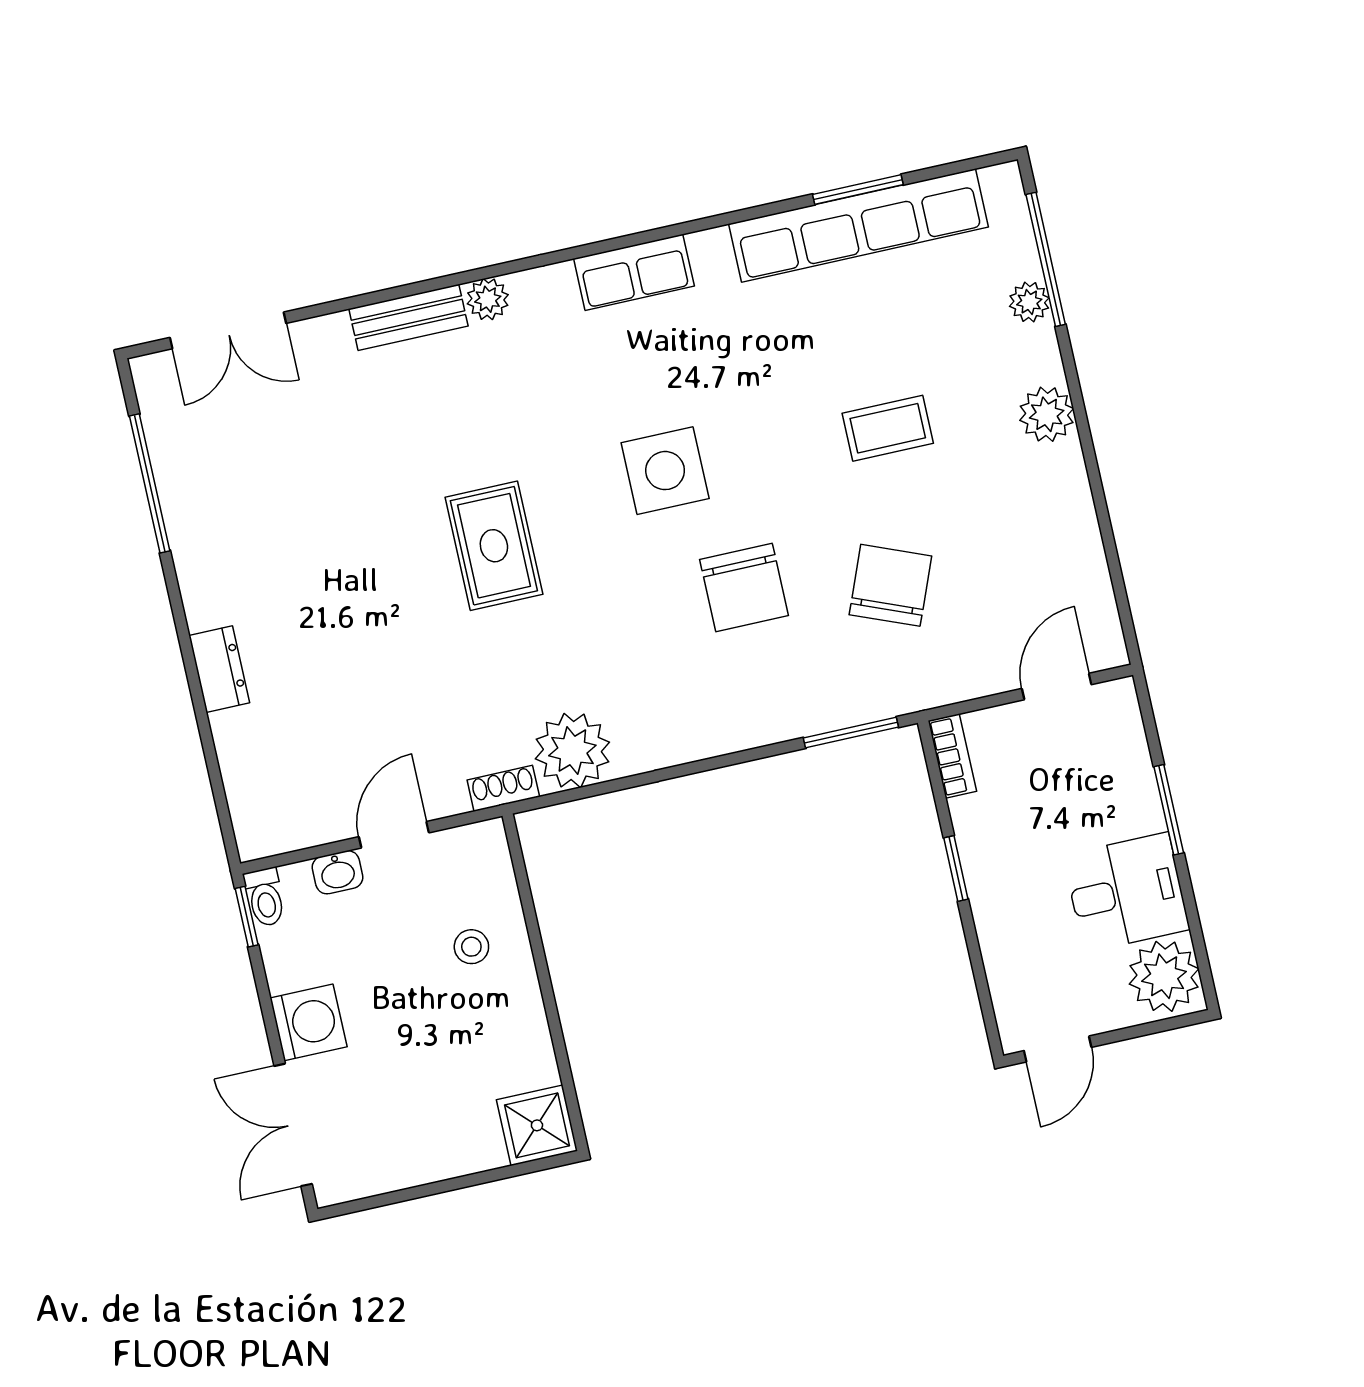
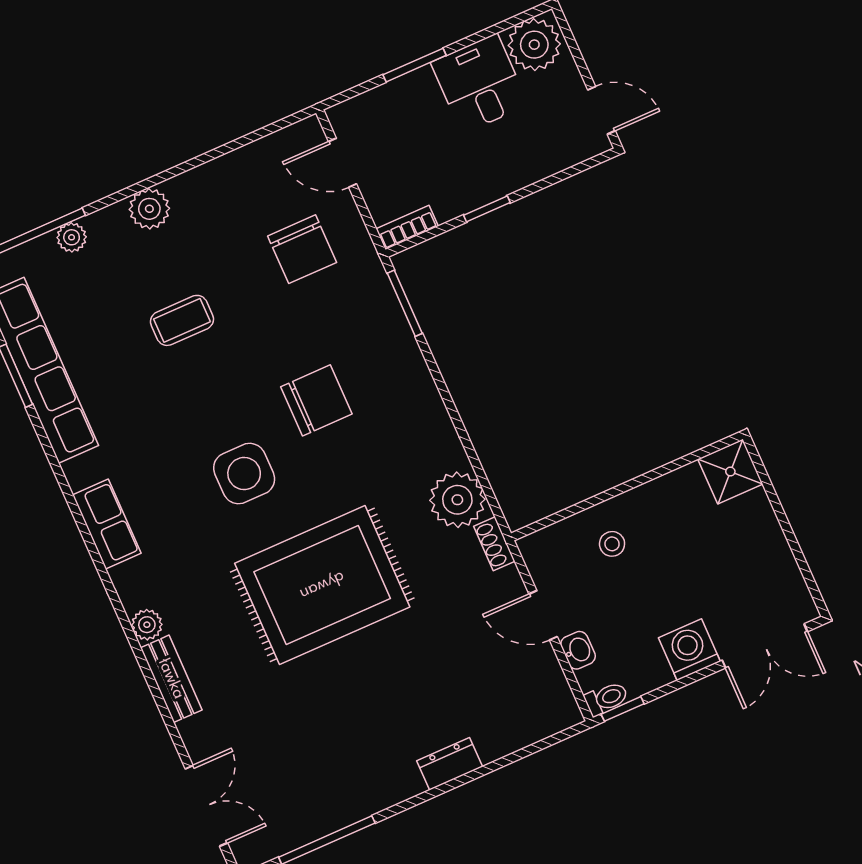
coffee table: (888, 428) -> (182, 320), turned 90
rug: (494, 546) -> (322, 585), width x1.86, depth x2.06
chair: (890, 585) -> (302, 249), moved, turned -112

